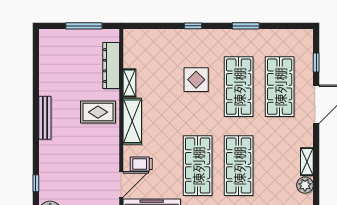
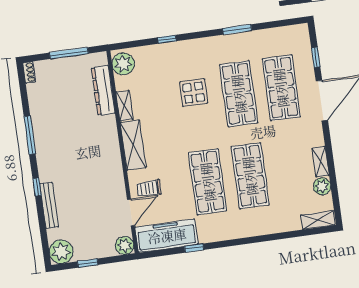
window: (193, 26) -> (167, 39), moved
shoe rack: (44, 39) -> (29, 72), added
plant: (134, 43) -> (123, 64), added
window: (36, 98) -> (30, 135), added
rug: (98, 112) -> (96, 141), removed
bench: (45, 118) -> (49, 205), moved
window: (36, 183) -> (37, 187), moved

